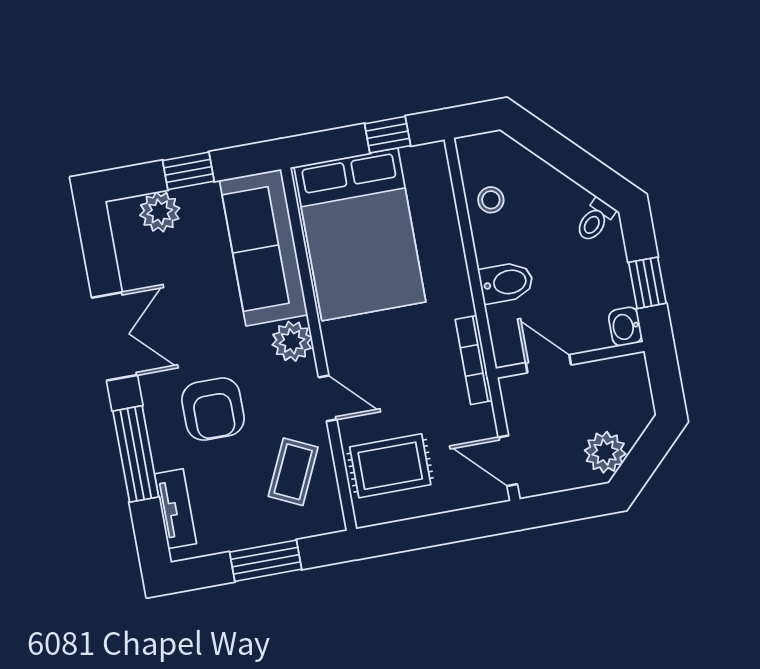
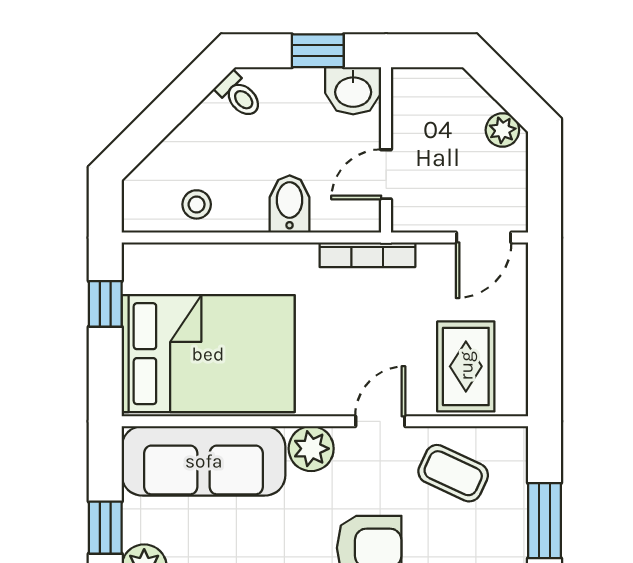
washbasin: (625, 327) -> (353, 91), width x1.38, depth x1.45
plant: (605, 452) -> (502, 130), width x0.73, depth x0.73

